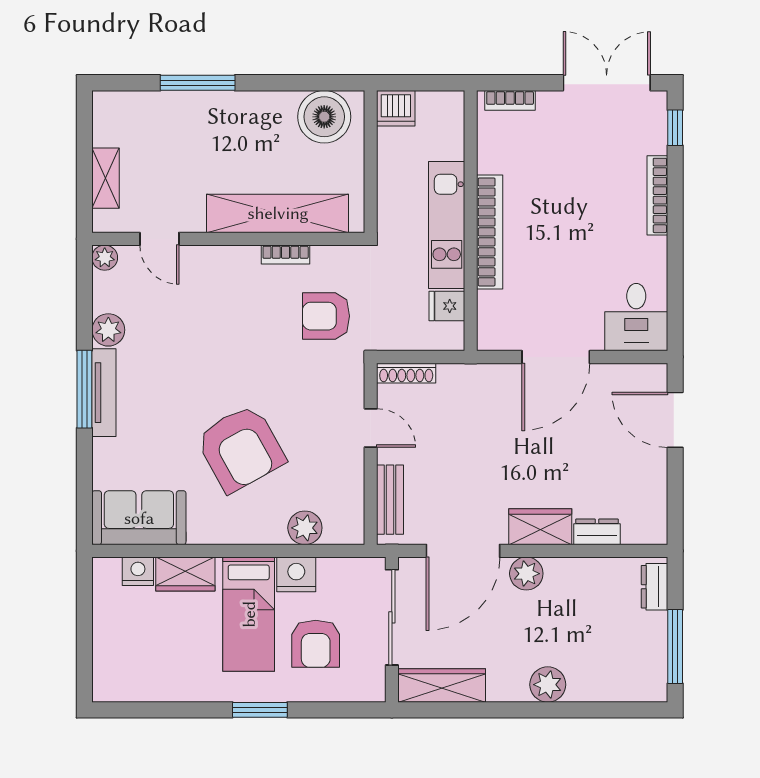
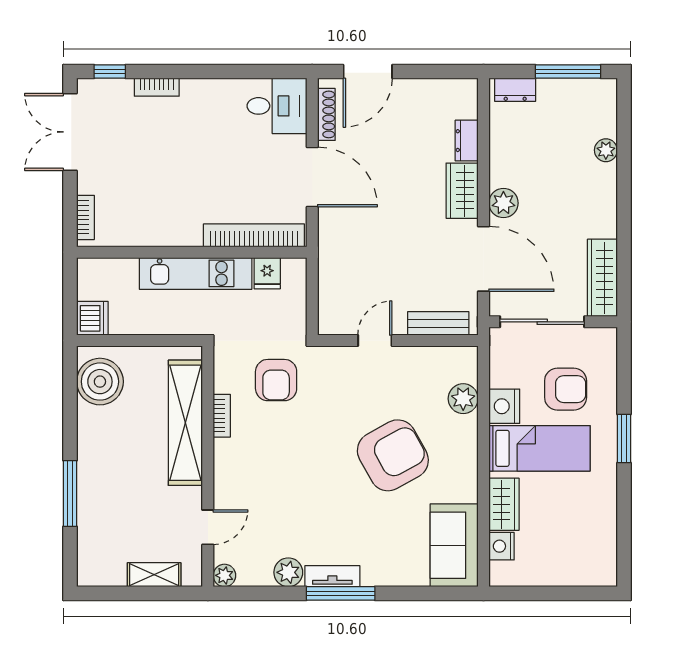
bookcase: (657, 195) -> (157, 87), width x0.64
bookcase: (490, 232) -> (254, 235), moved
shoe rack: (406, 373) -> (326, 114), moved
tv unit: (104, 393) -> (332, 576), width x0.71
plant: (548, 685) -> (606, 150), moved, width x0.73, depth x0.73

